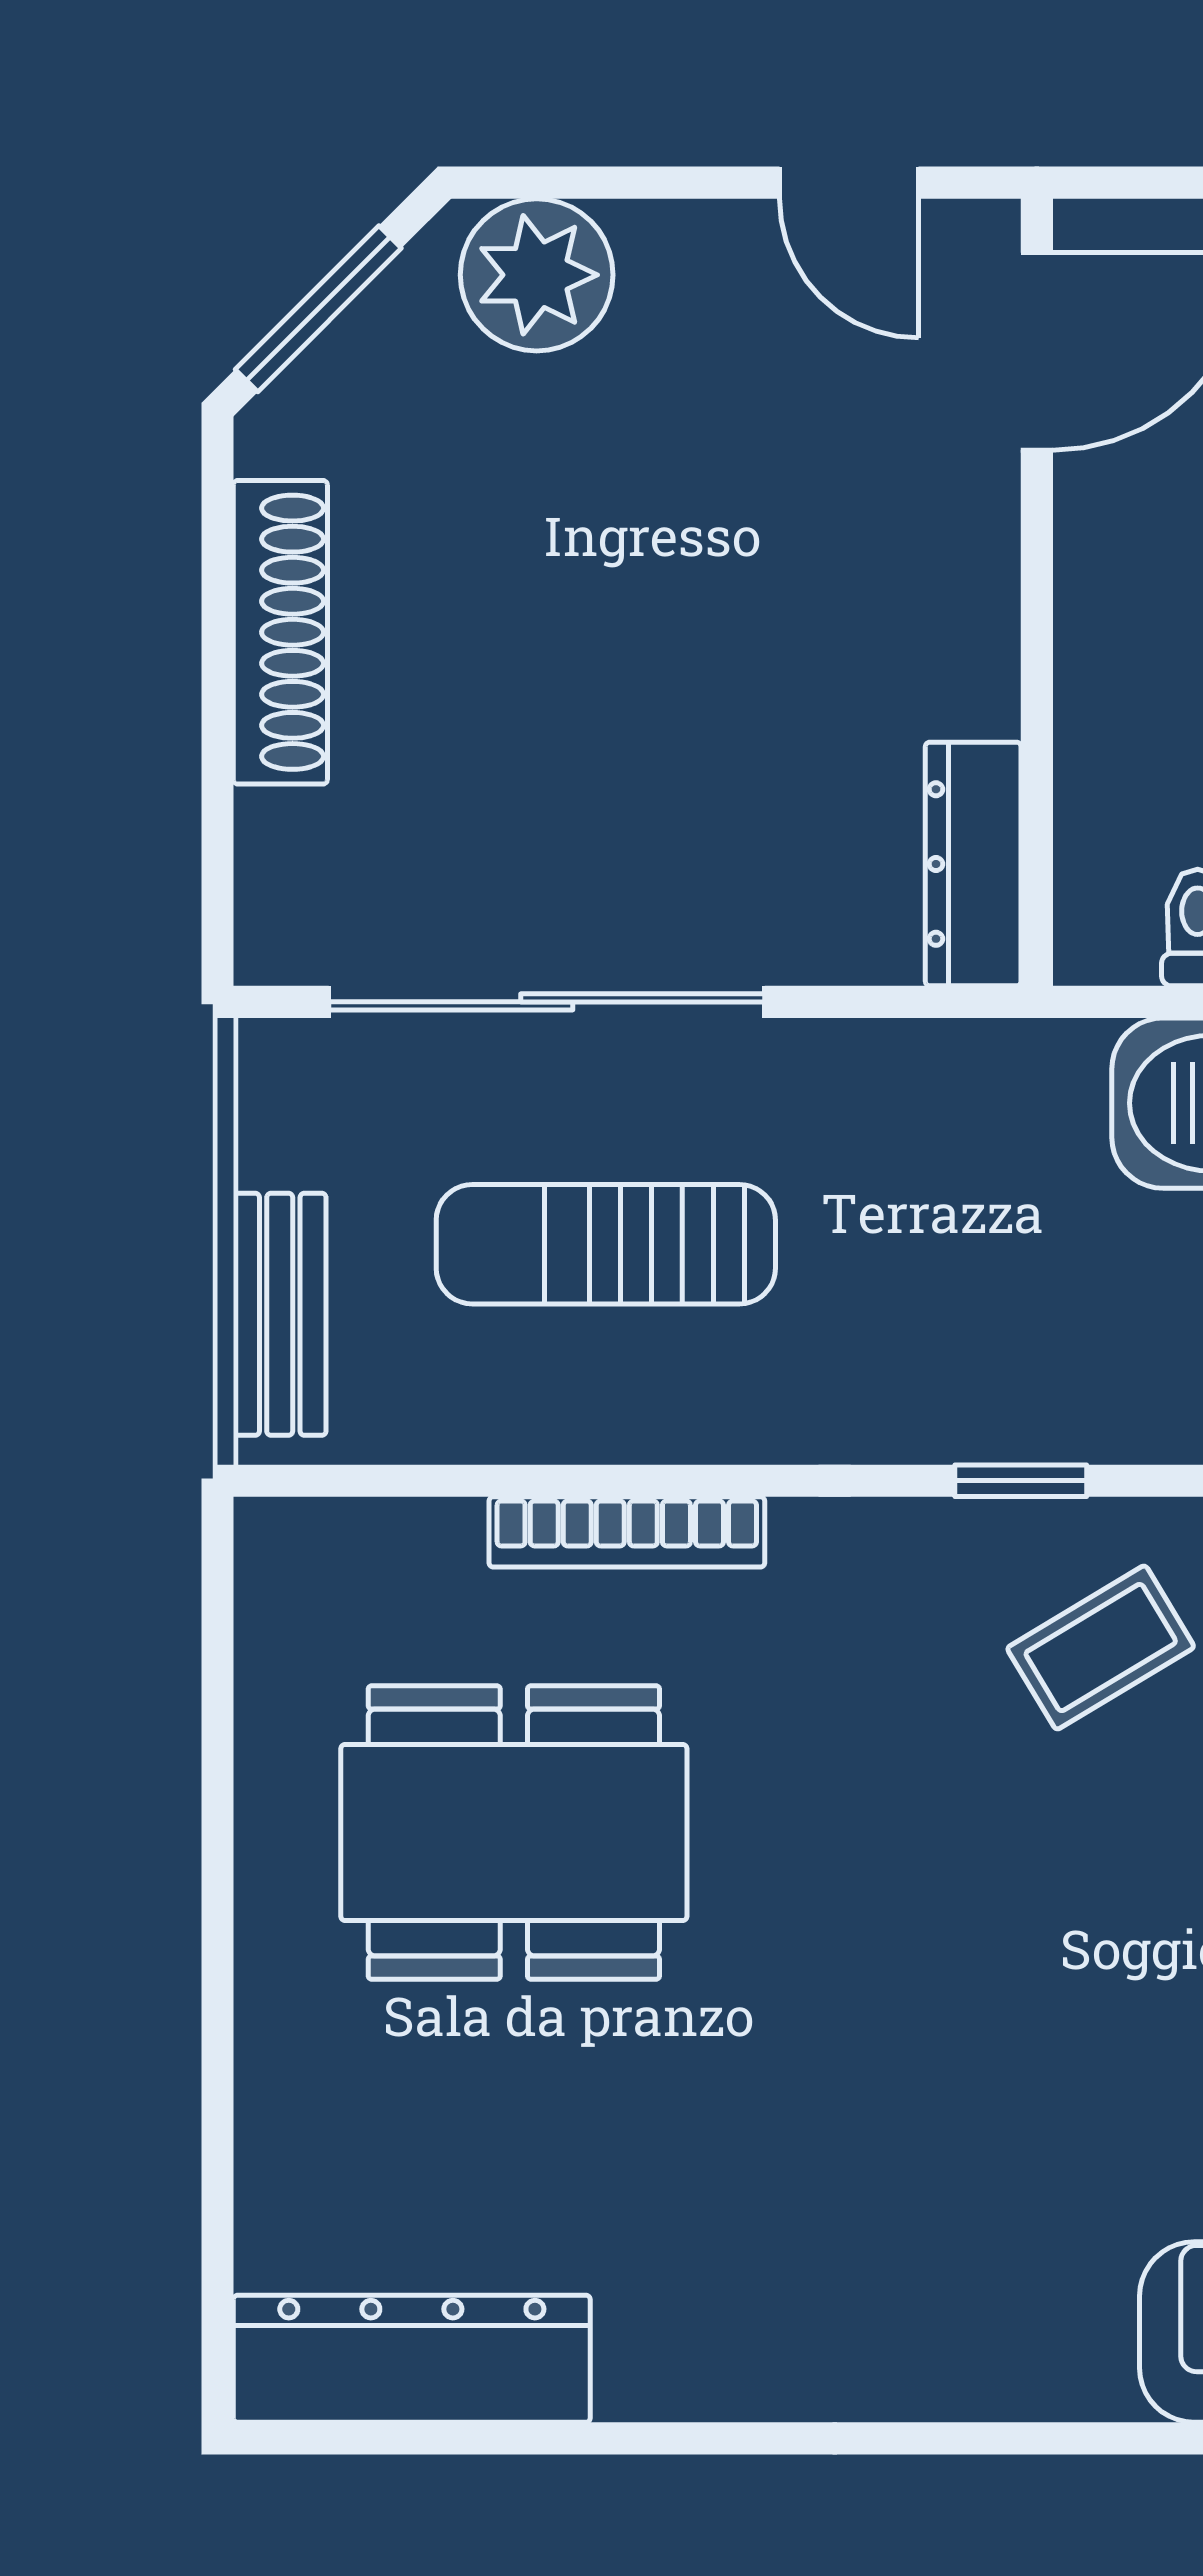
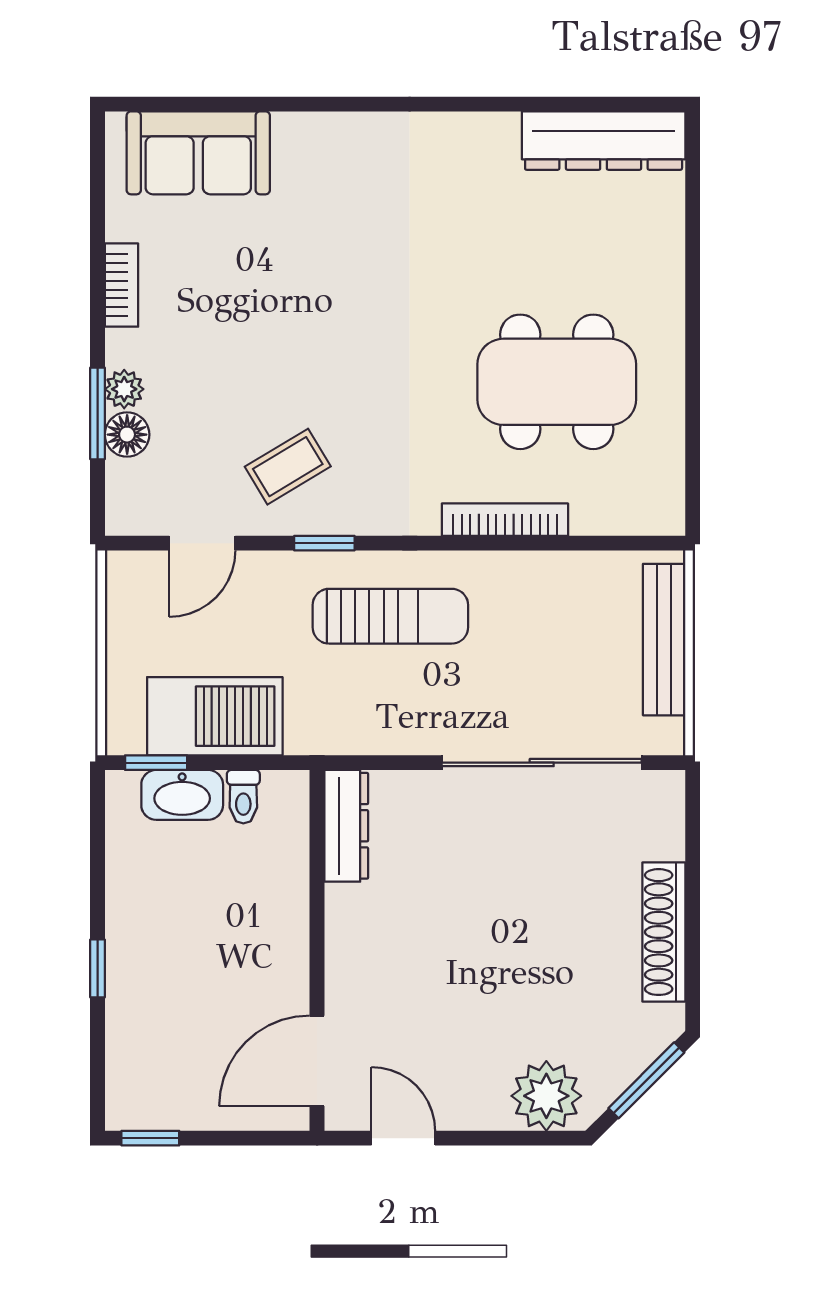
sun lounger: (606, 1244) -> (390, 616), moved
bench: (280, 1314) -> (664, 640), width x1.36

